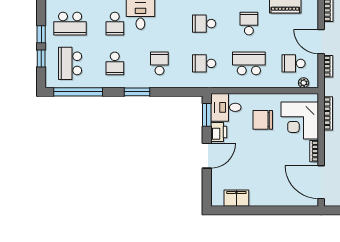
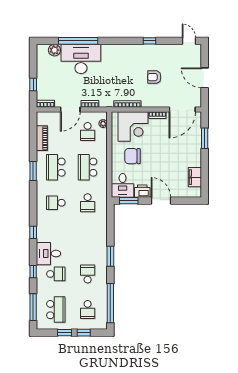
school desk: (204, 24) -> (56, 203), turned 90
school desk: (249, 24) -> (56, 167), width x1.85
school desk: (70, 63) -> (88, 310), width x0.54
school desk: (115, 63) -> (88, 274), turned -90
school desk: (159, 63) -> (88, 238), removed
chair: (263, 120) -> (133, 156), turned 90
window: (285, 210) -> (205, 138), added

